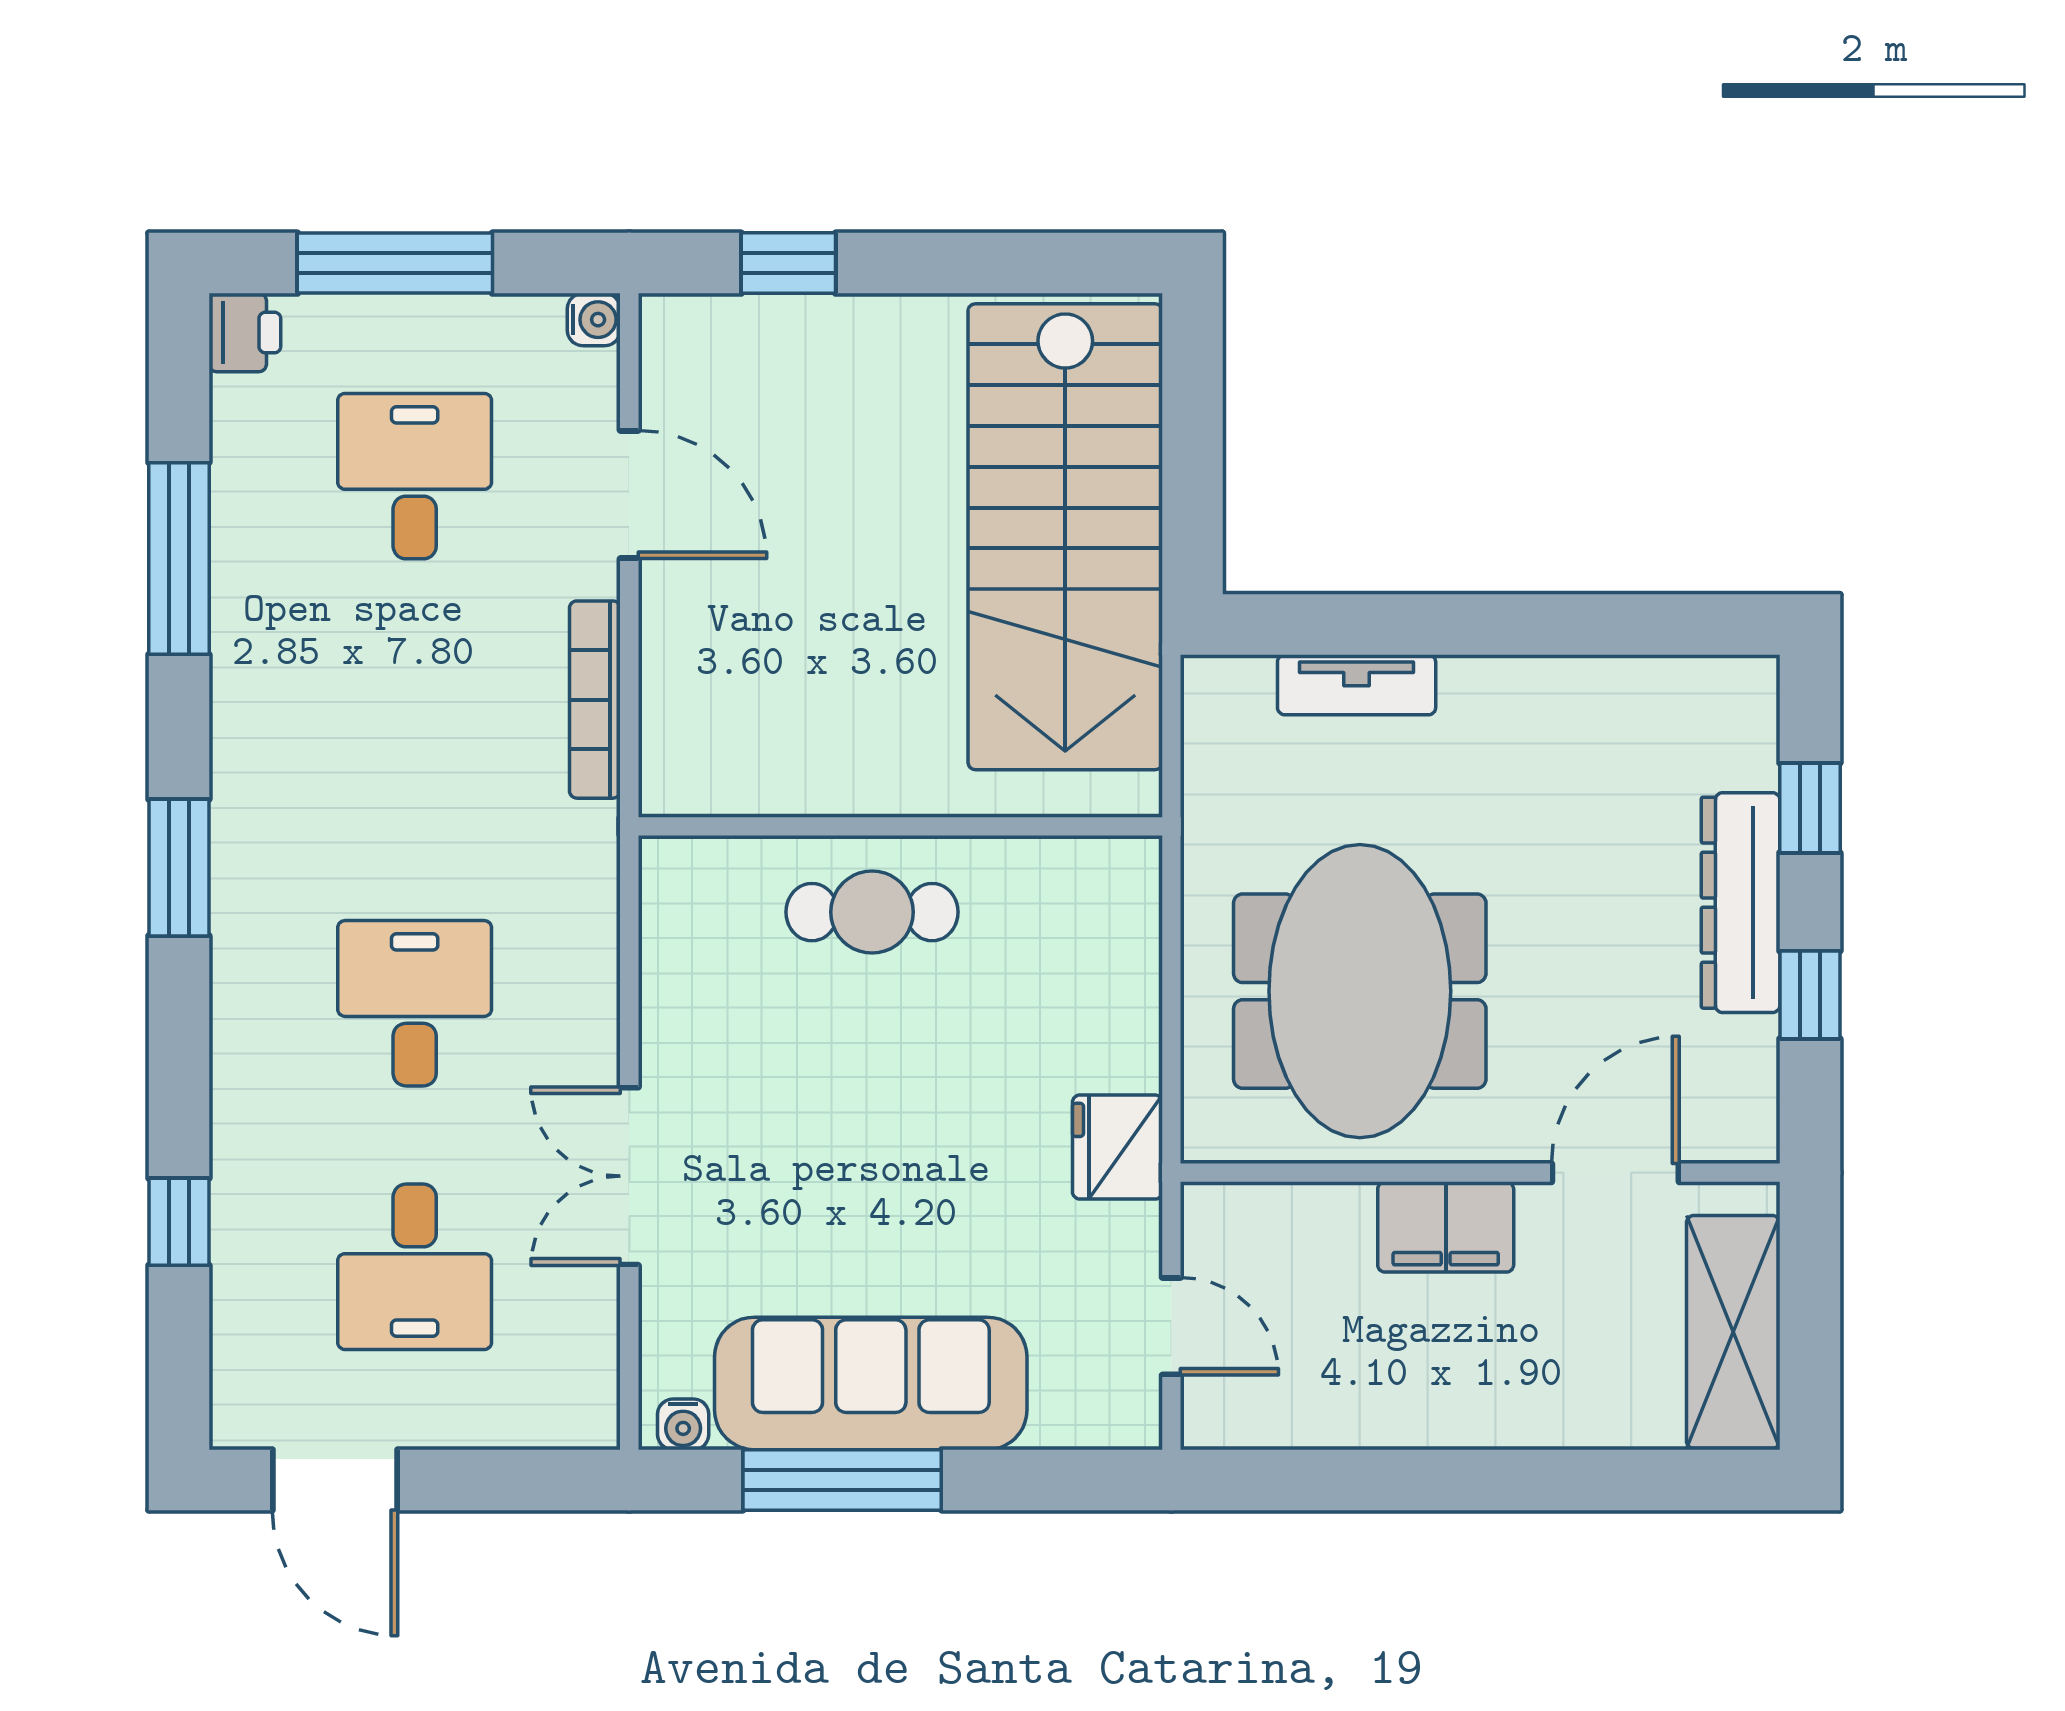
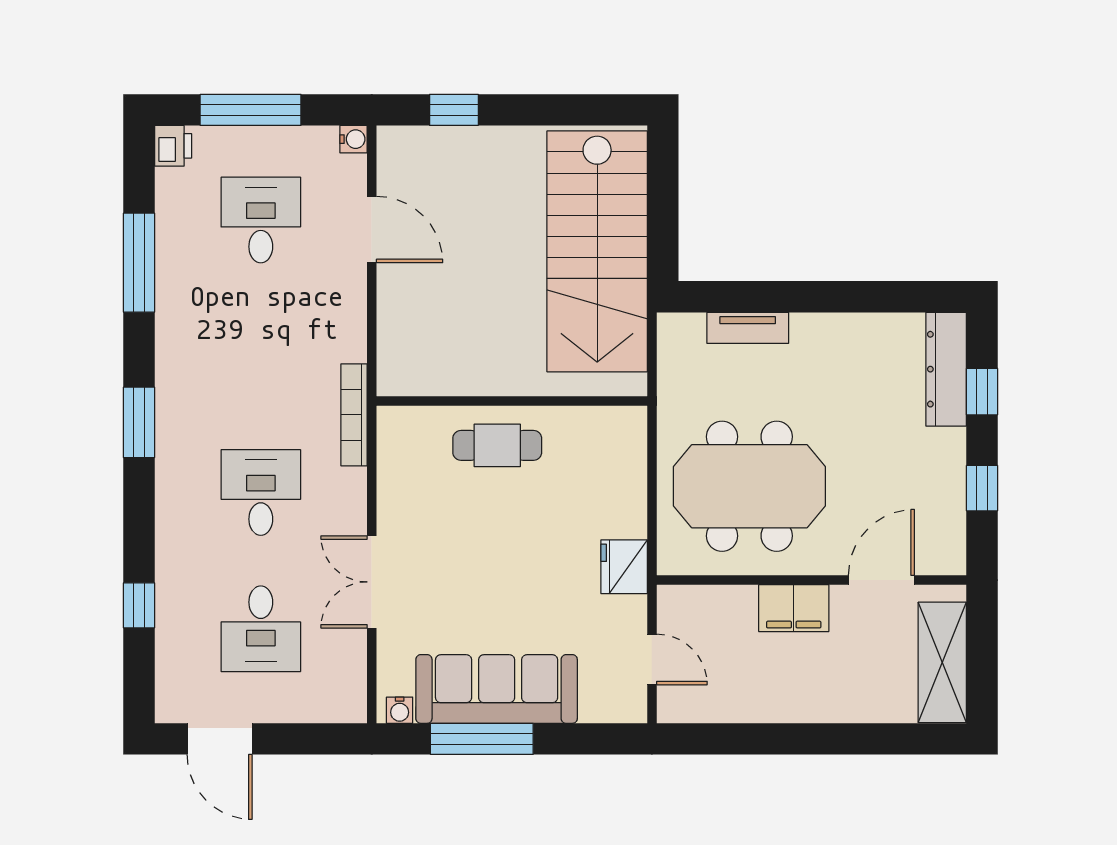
bookcase: (595, 700) -> (354, 415), moved
dresser: (1741, 903) -> (946, 369), moved
meeting table: (1360, 991) -> (749, 486), turned 90

